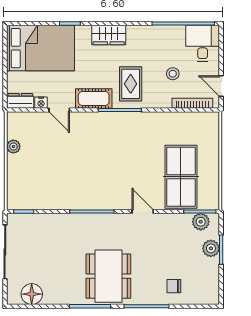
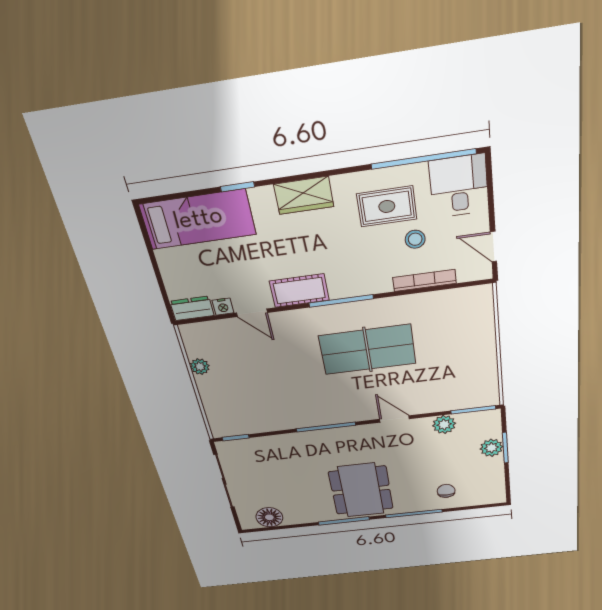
bed: (40, 48) -> (198, 219), width x0.67
rug: (131, 84) -> (387, 206), moved, turned 90
bookcase: (192, 103) -> (424, 280), moved
table tennis table: (181, 177) -> (367, 350), moved, turned 90
plant: (201, 222) -> (444, 425), moved
chair: (174, 286) -> (446, 491), turned 90

